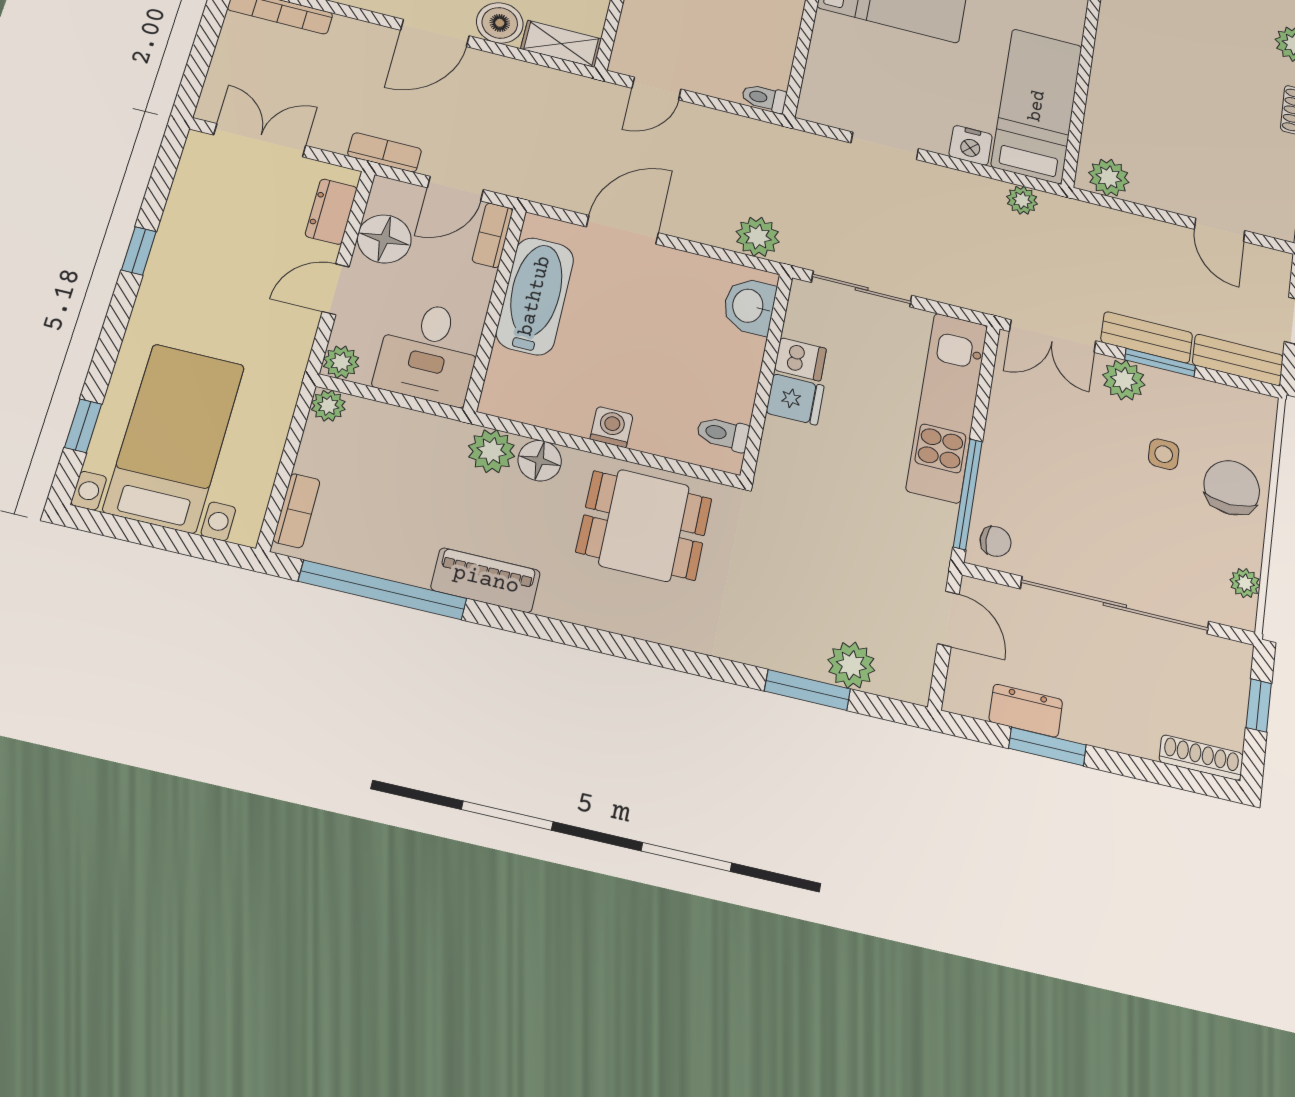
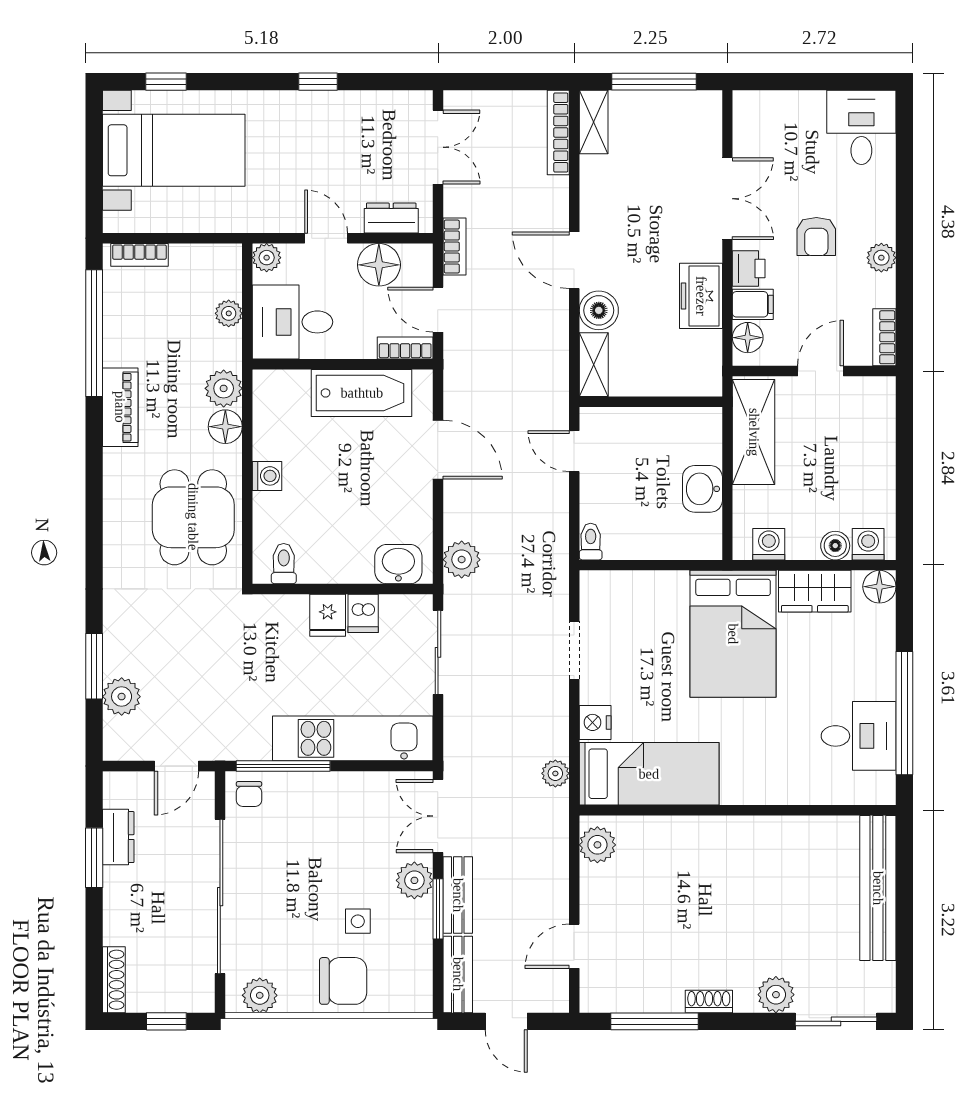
plant: (328, 406) -> (229, 313), moved
plant: (1245, 583) -> (260, 995), width x1.38, depth x1.38

